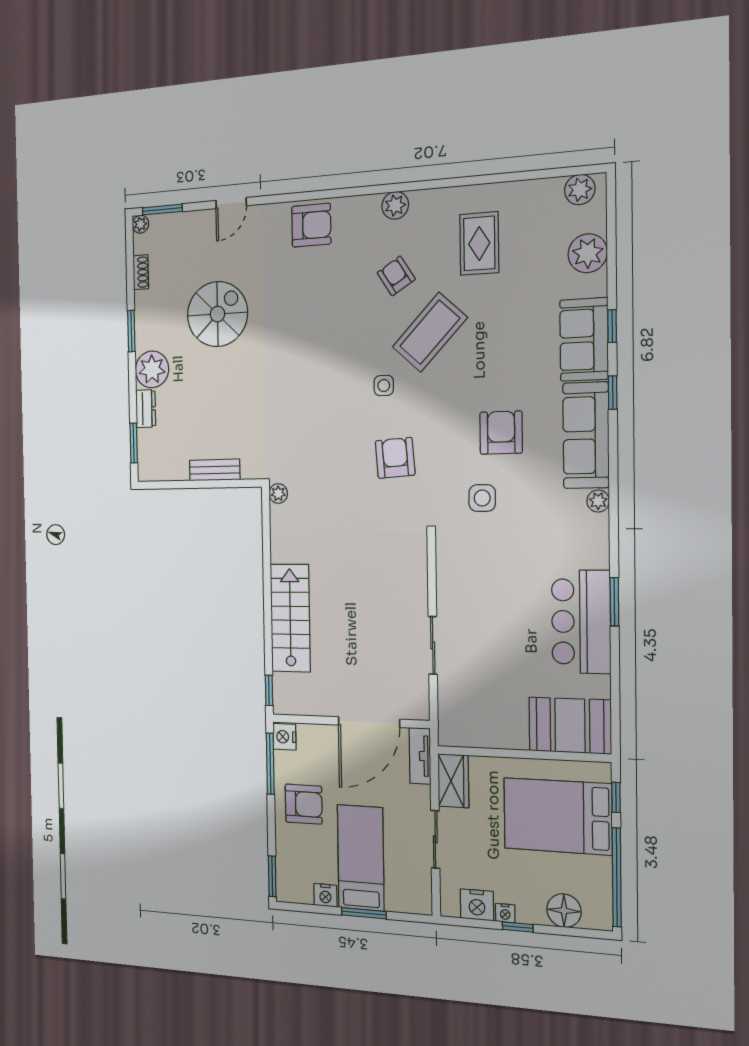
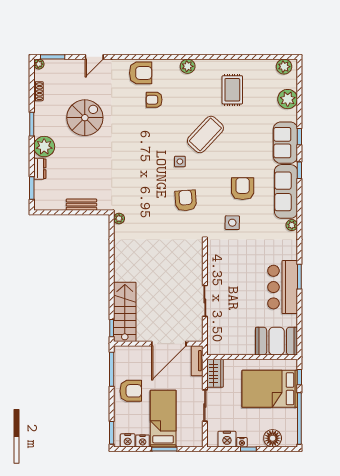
armchair: (396, 276) -> (154, 100), moved, turned -58
stairs: (290, 618) -> (125, 312), moved
nightstand: (284, 737) -> (128, 440), moved, turned -90

